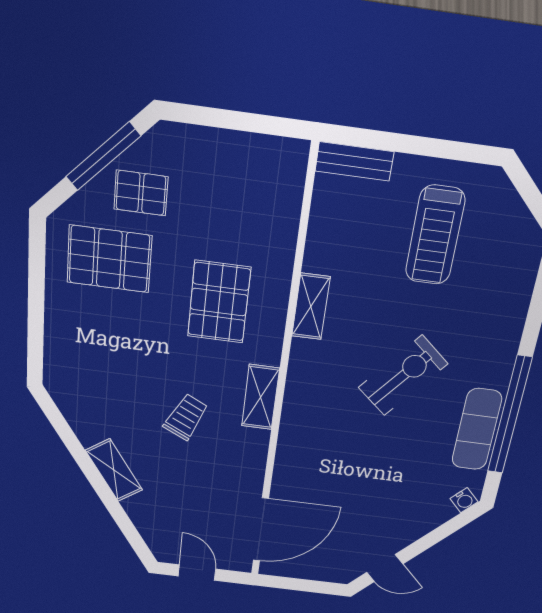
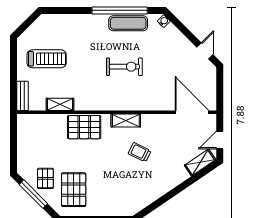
pallet: (219, 302) -> (84, 127), moved
shelving: (311, 307) -> (60, 104), moved
exercise bike: (403, 376) -> (124, 67), moved, turned 140
shelving: (114, 470) -> (200, 162), moved

